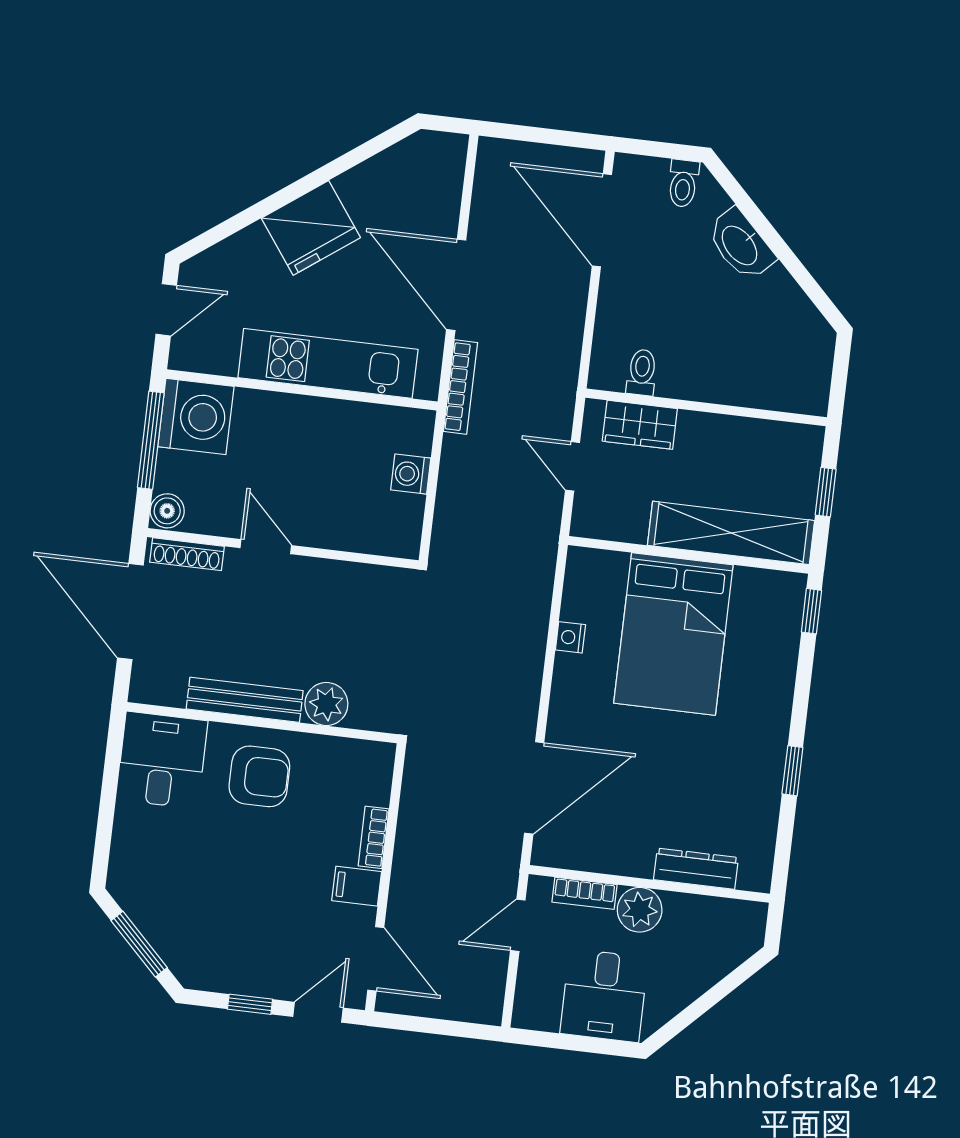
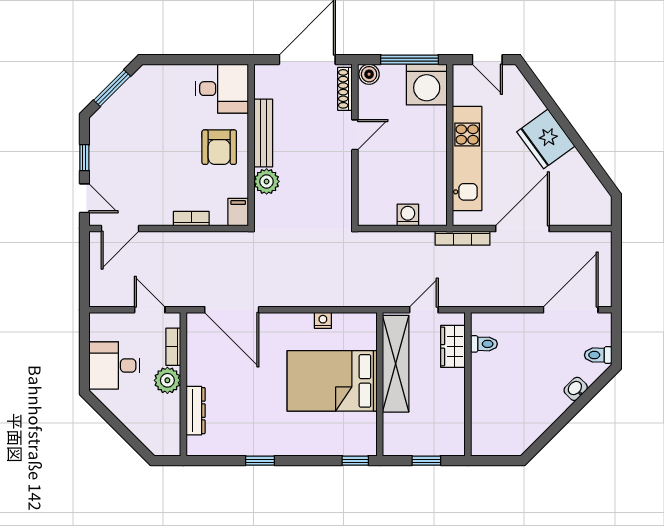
washbasin: (741, 245) -> (576, 389), width x0.52, depth x0.69
shelving: (731, 533) -> (396, 364), moved
filing cabinet: (357, 886) -> (238, 212), moved

